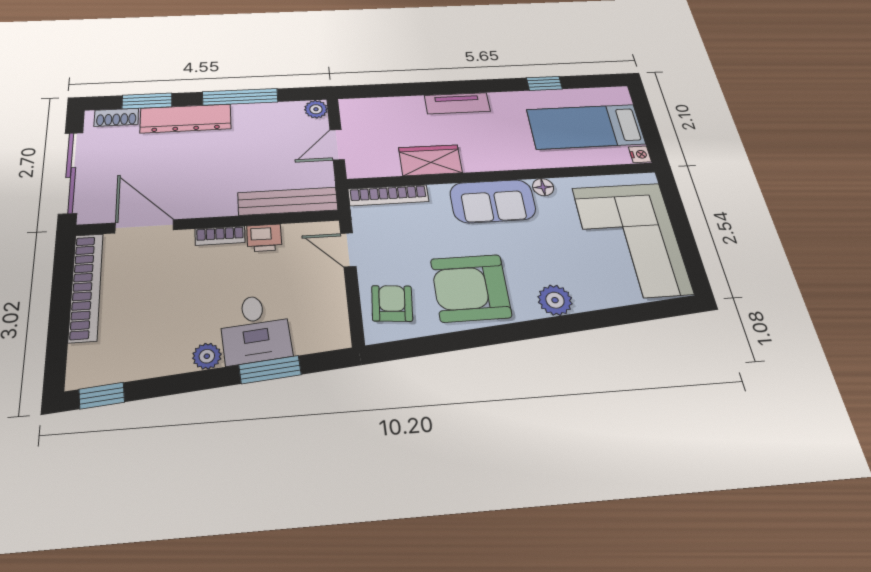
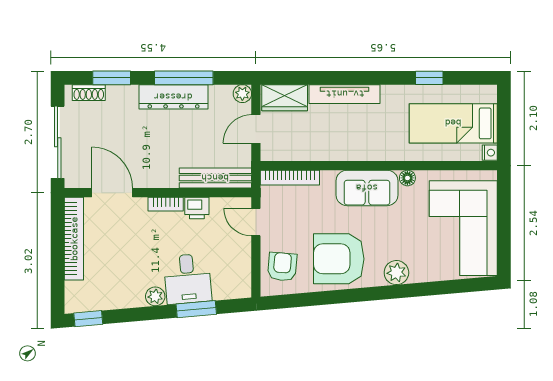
tv unit: (457, 103) -> (345, 94), width x1.41
dresser: (186, 118) -> (173, 97), moved
wardrobe: (430, 160) -> (285, 98), moved, turned 180

